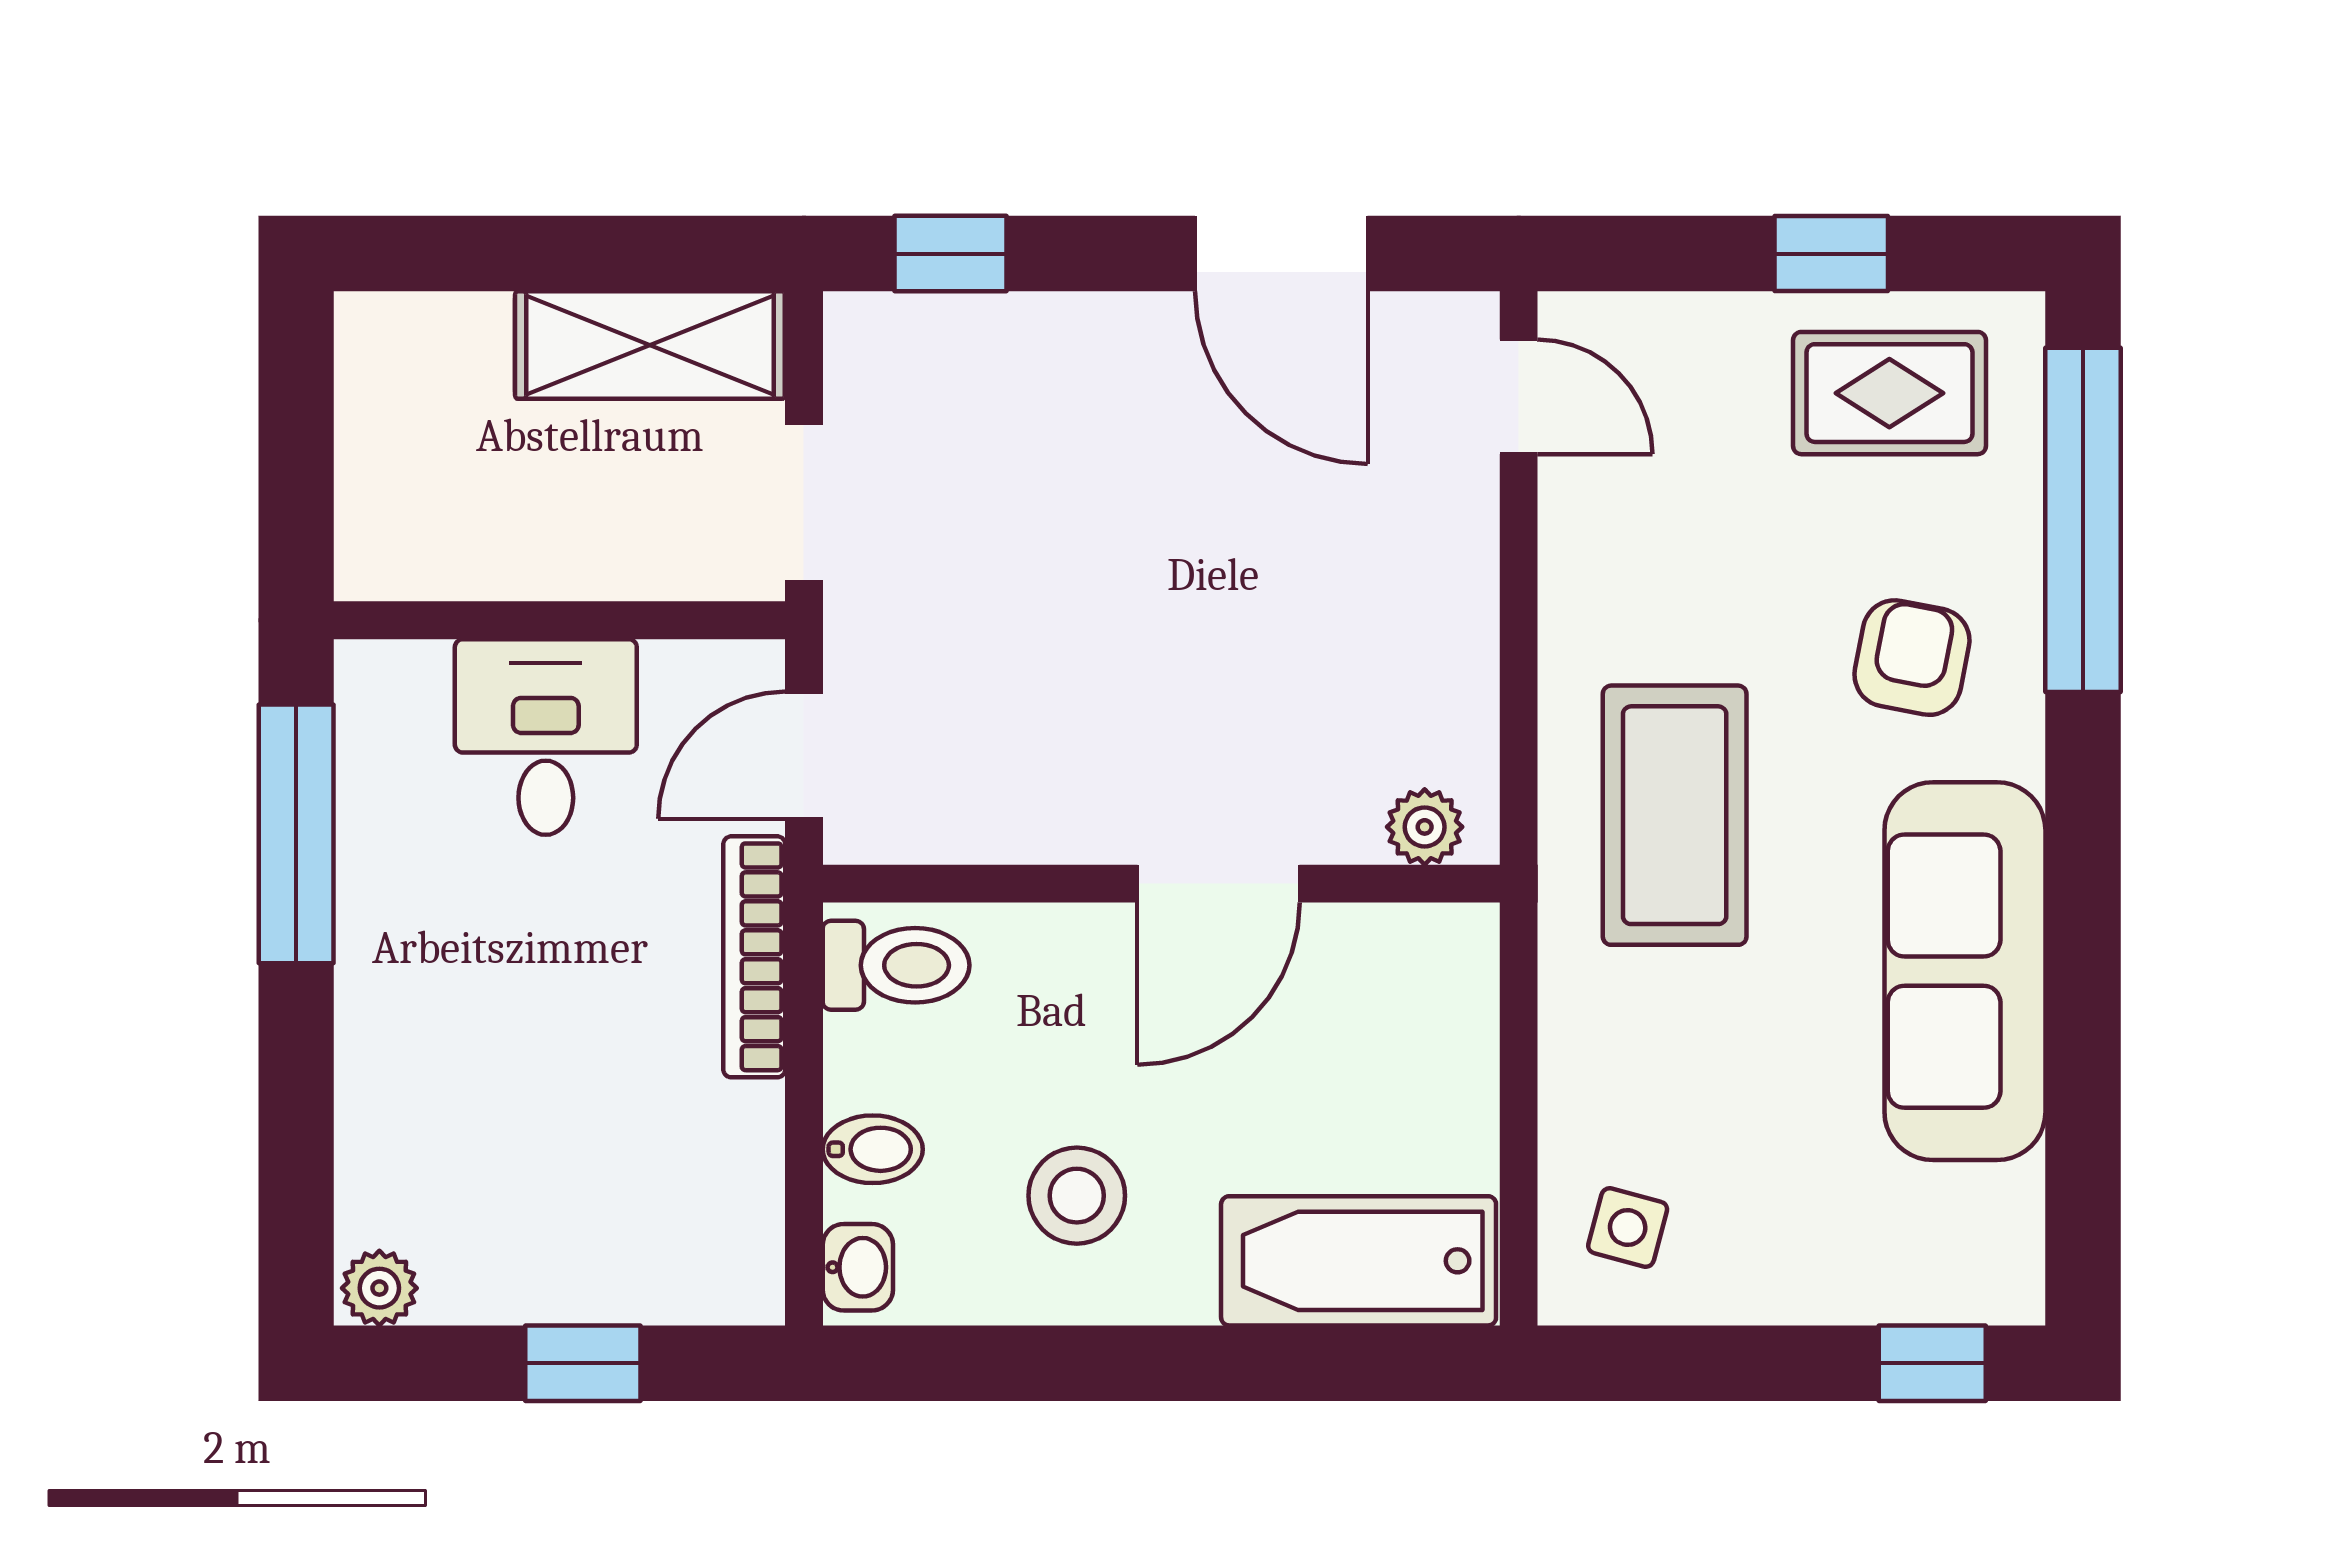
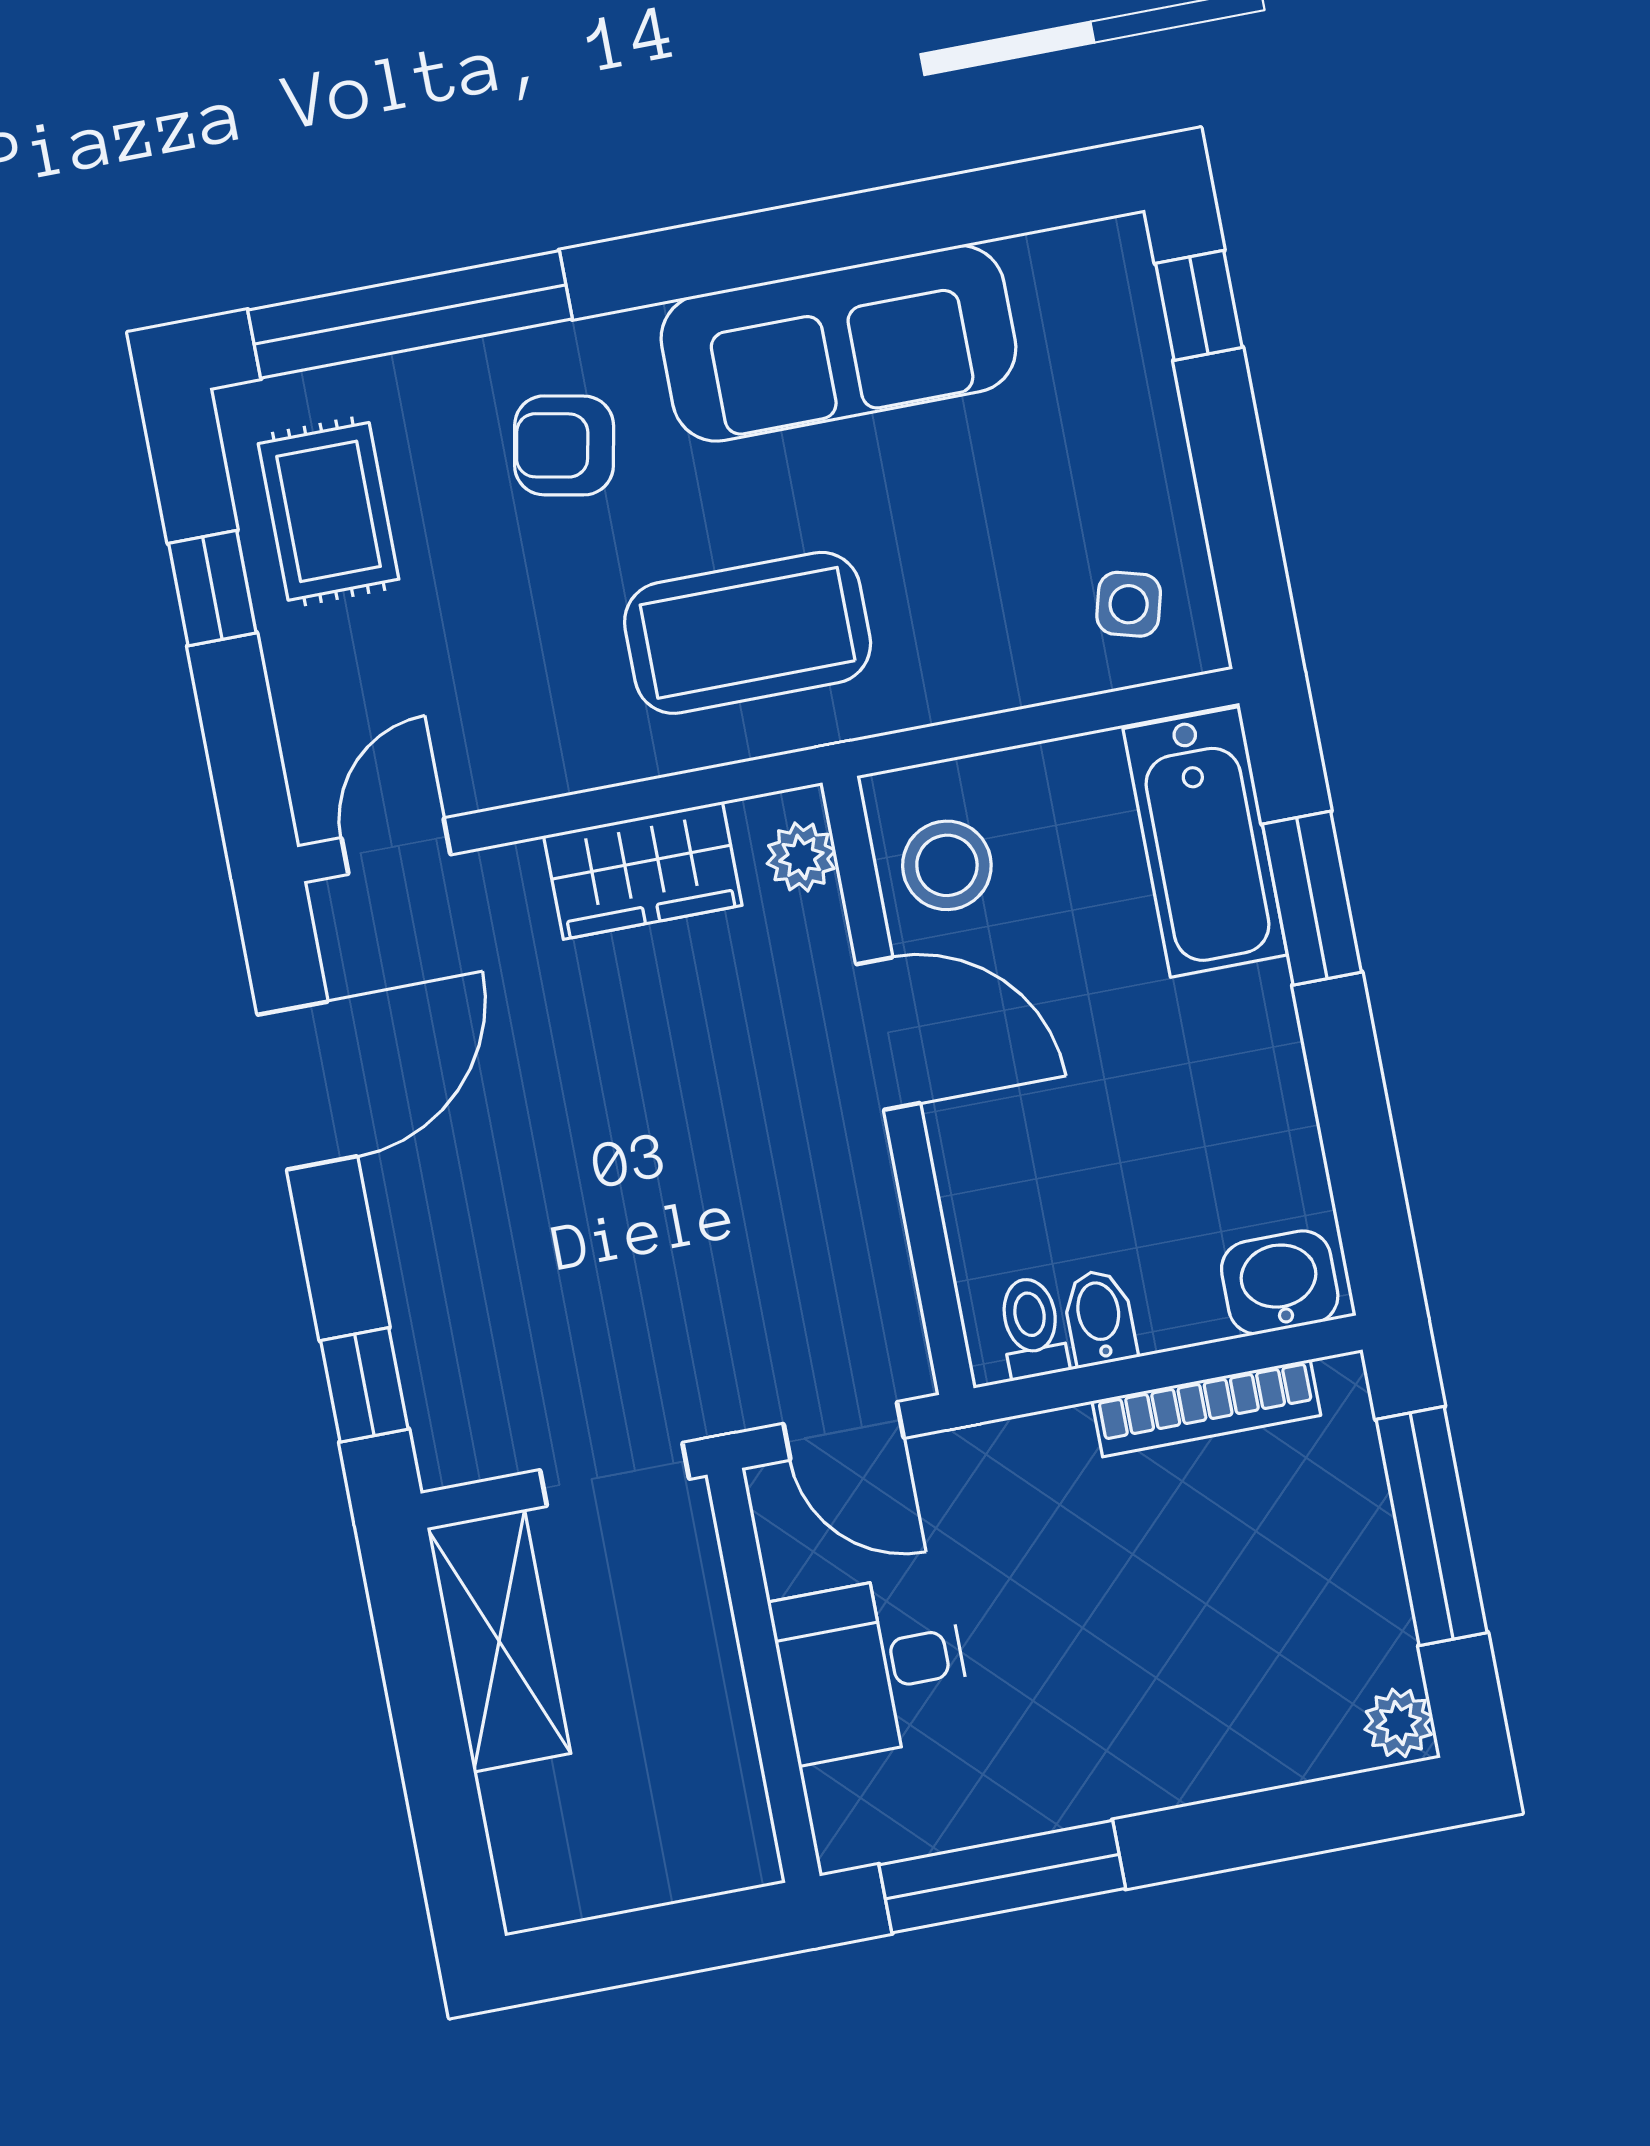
wardrobe: (1442, 655) -> (643, 870), added
bookcase: (754, 957) -> (1206, 1408), moved
toilet: (896, 965) -> (1032, 1328), width x0.73, depth x0.72
bidet: (873, 1149) -> (1099, 1318), moved
stool: (1077, 1196) -> (947, 865), moved
washbasin: (858, 1267) -> (1280, 1282), width x1.38, depth x1.45
window: (583, 1363) -> (1432, 1526), width x2.17
window: (1277, 1363) -> (1312, 898), added

